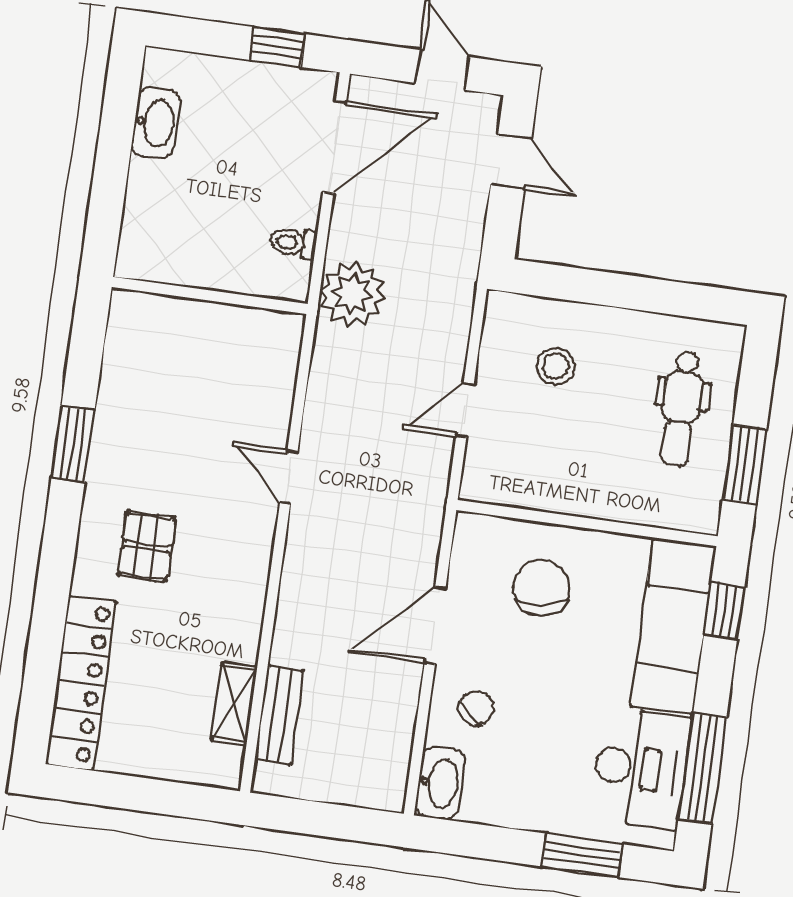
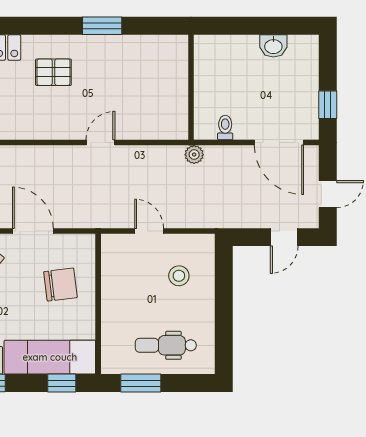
washbasin: (156, 123) -> (273, 46), width x0.72
plant: (352, 294) -> (194, 155), width x0.53, depth x0.53

